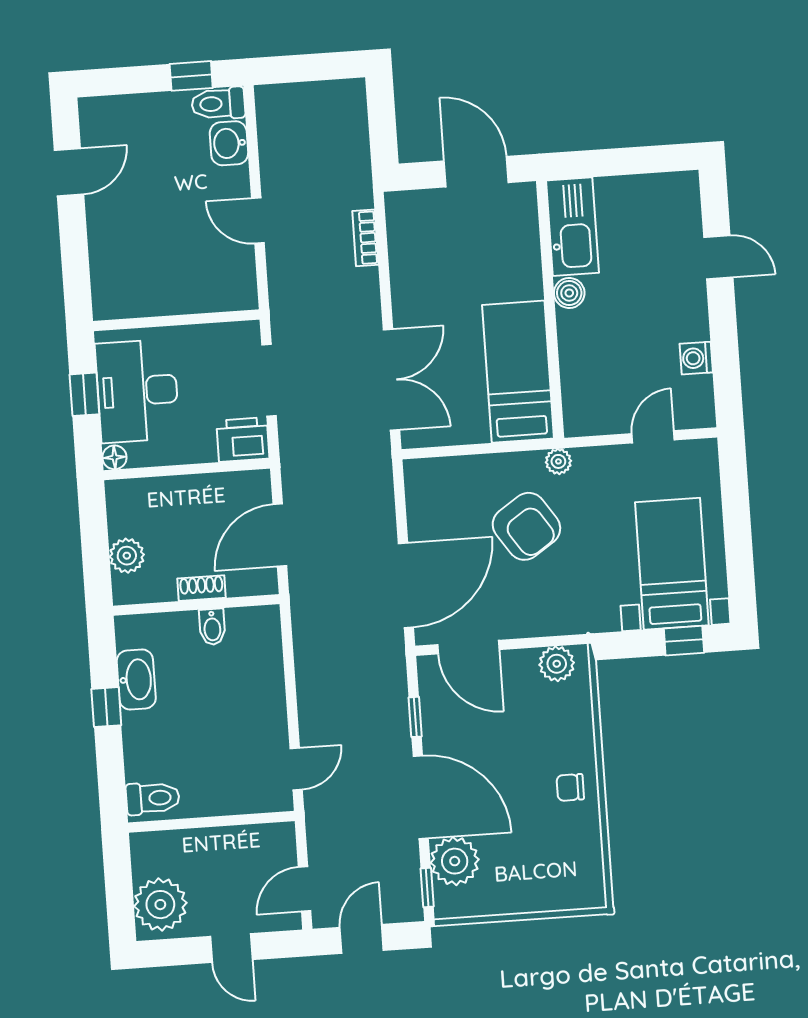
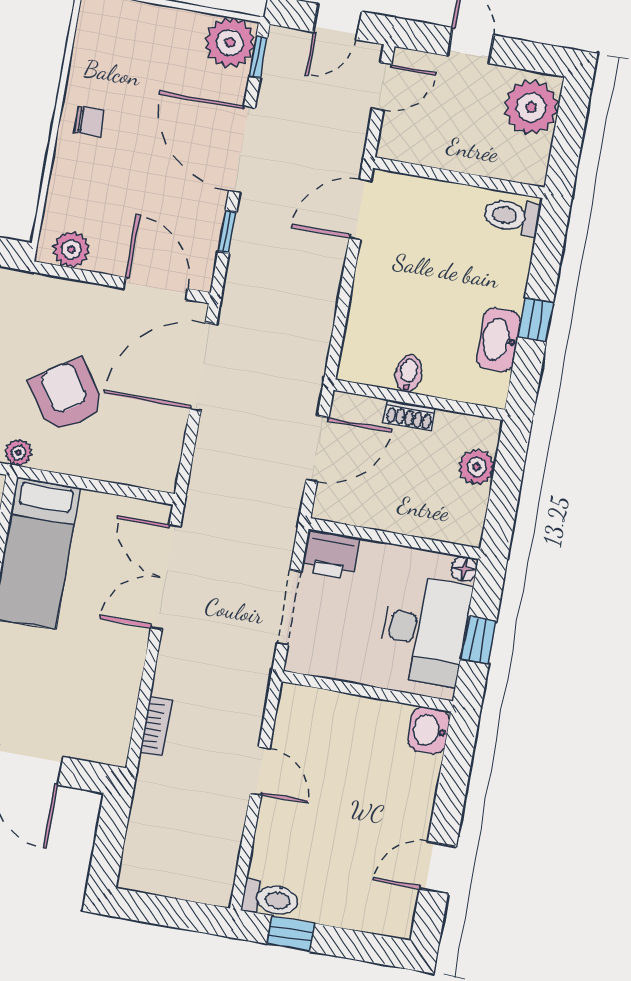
washbasin: (229, 143) -> (429, 730), moved, turned 180
door: (296, 769) -> (360, 209), width x1.38
plant: (455, 861) -> (230, 43), moved

